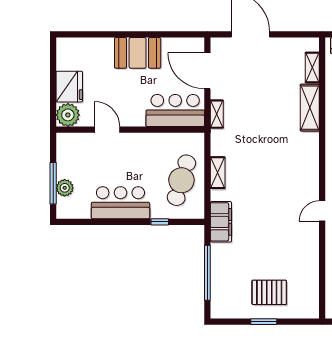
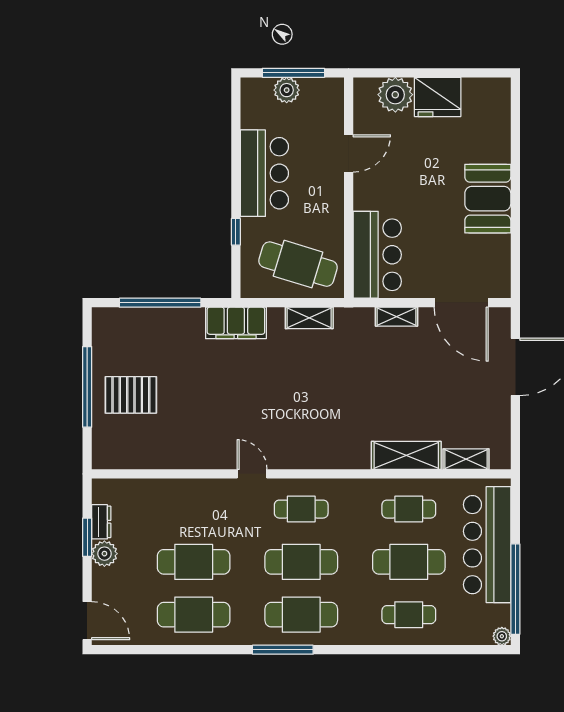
door: (207, 71) -> (461, 303), swing flipped
bar counter: (175, 110) -> (377, 255), moved
door: (107, 130) -> (349, 153), moved
wall: (130, 130) -> (349, 188), moved
pallet: (269, 292) -> (131, 395), turned 90
window: (264, 322) -> (87, 387), width x2.11

